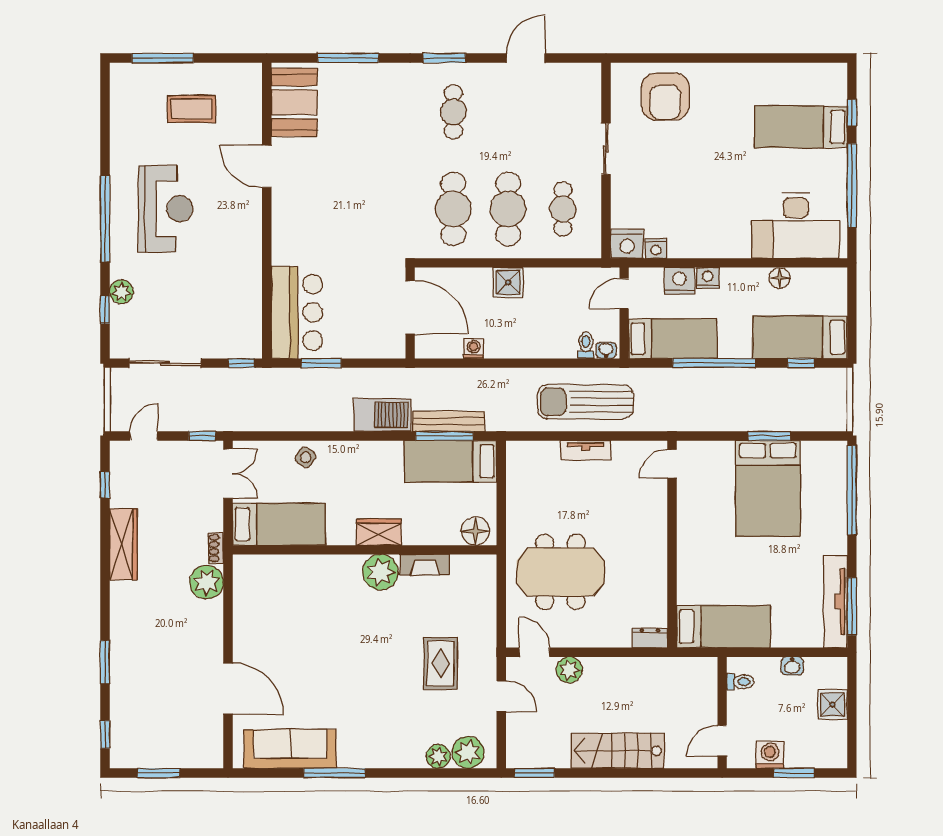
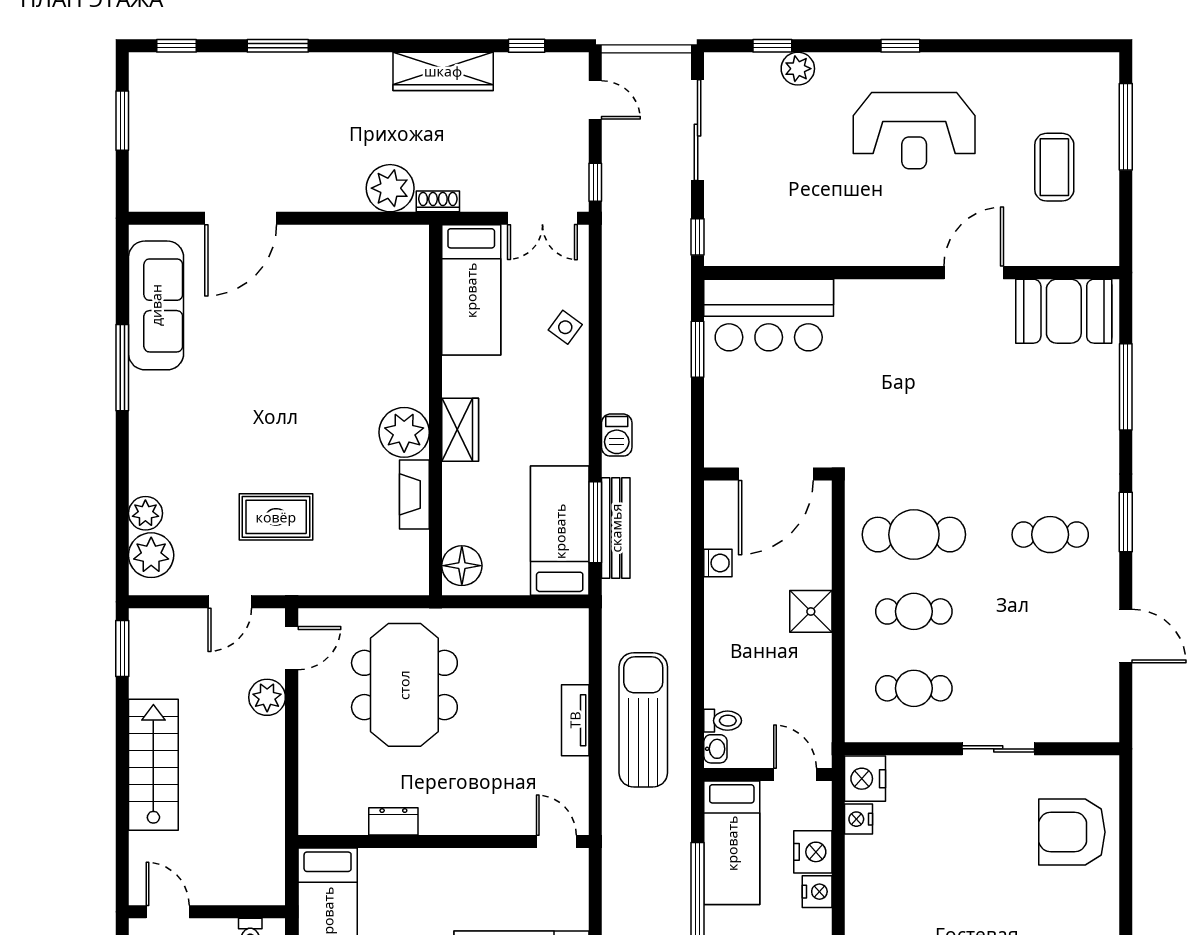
cafe table: (508, 209) -> (914, 611), width x0.73, depth x0.74
window: (105, 219) -> (900, 46), width x0.32
barbecue: (382, 415) -> (617, 435), width x0.53, depth x0.65
dresser: (650, 638) -> (393, 821), moved, turned -90

